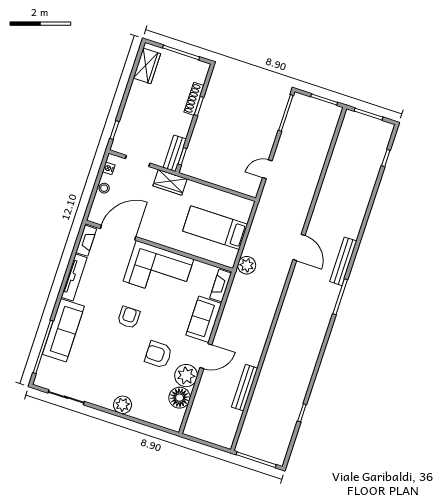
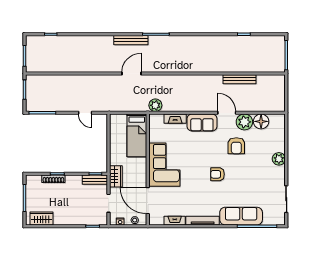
door: (118, 233) -> (148, 201), moved
wall: (159, 246) -> (148, 169), moved
corner sofa: (158, 270) -> (164, 165), moved

